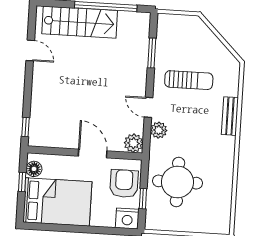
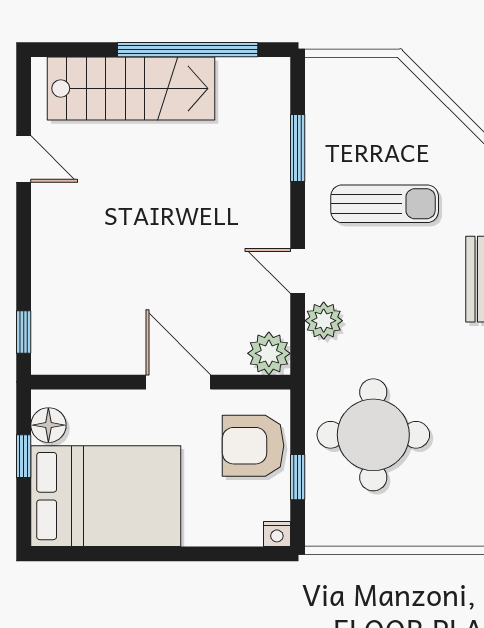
armchair: (124, 184) -> (253, 446), turned -90
nightstand: (127, 219) -> (277, 534), width x0.53, depth x0.56

